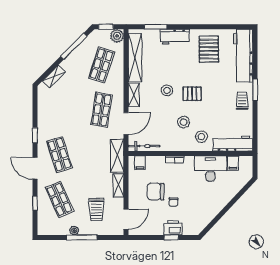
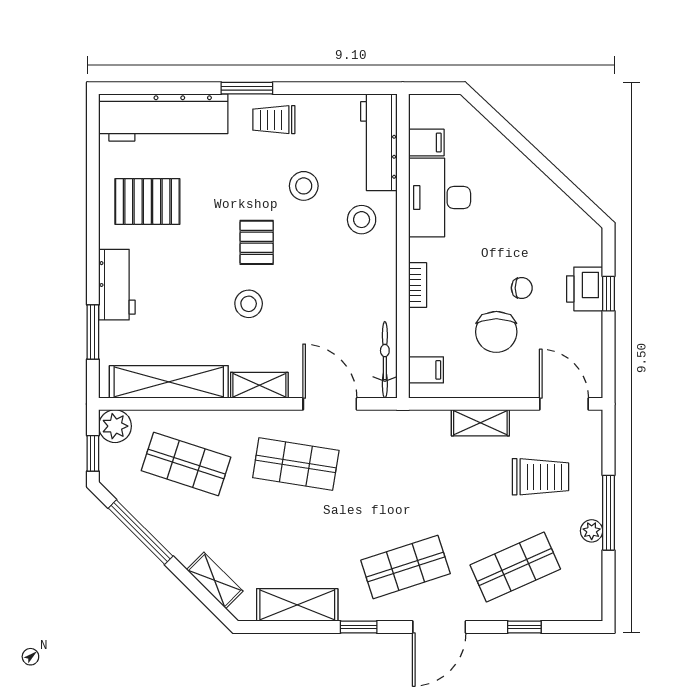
stool: (184, 122) -> (304, 186), moved
shelving: (117, 156) -> (297, 605), moved

